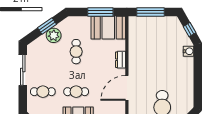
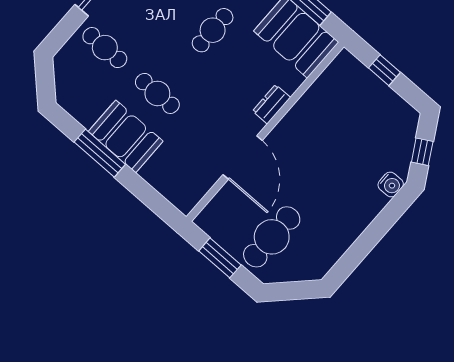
window: (150, 12) -> (385, 70), width x0.46
door: (127, 88) -> (243, 158), swing flipped

